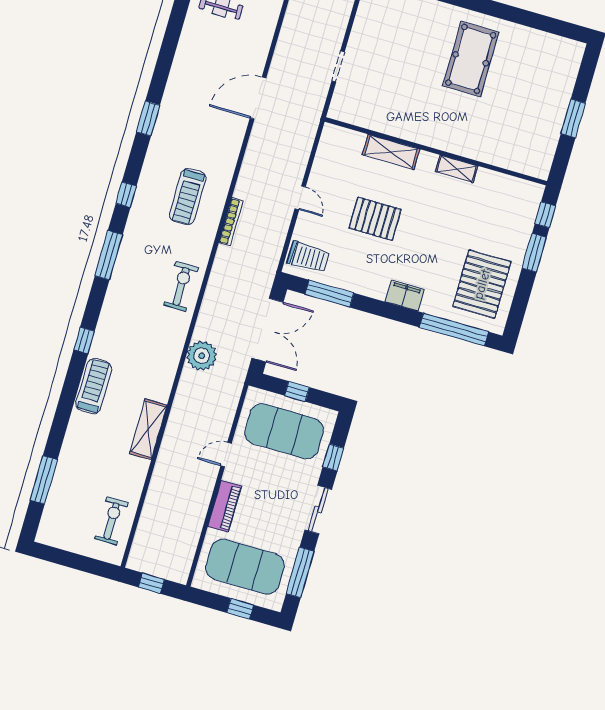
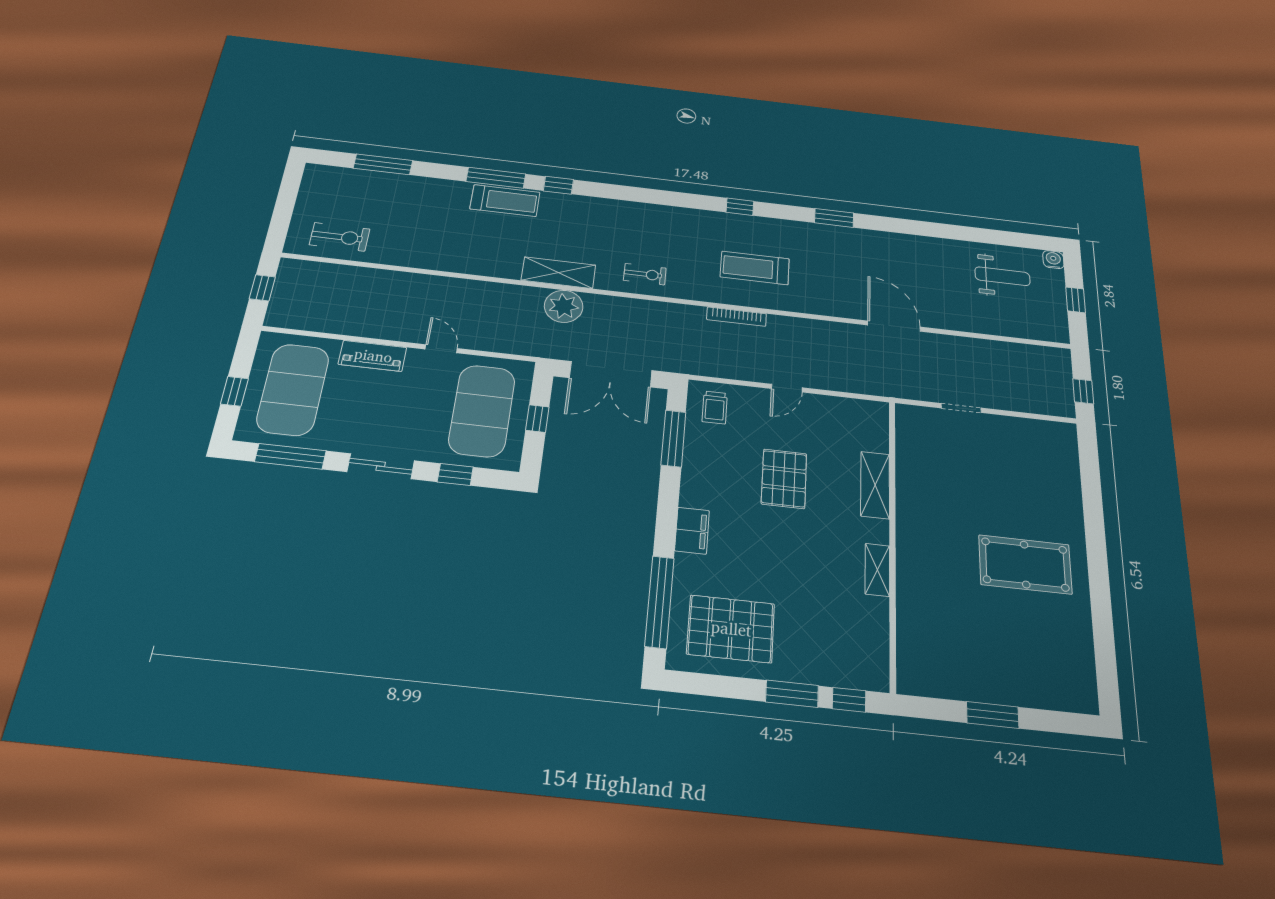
window: (109, 255) -> (496, 178), moved
trolley: (308, 257) -> (715, 407), width x0.73, depth x0.72
exercise bike: (181, 286) -> (645, 274), width x0.73, depth x0.72
shelving: (148, 429) -> (559, 273), moved

